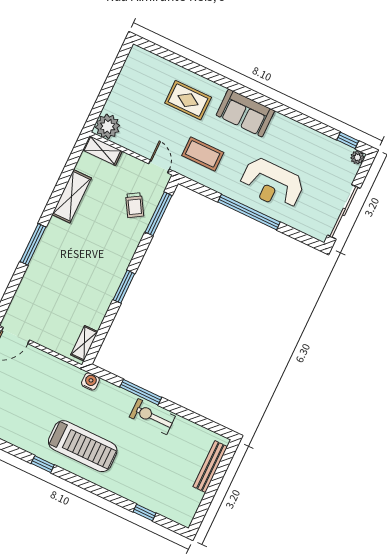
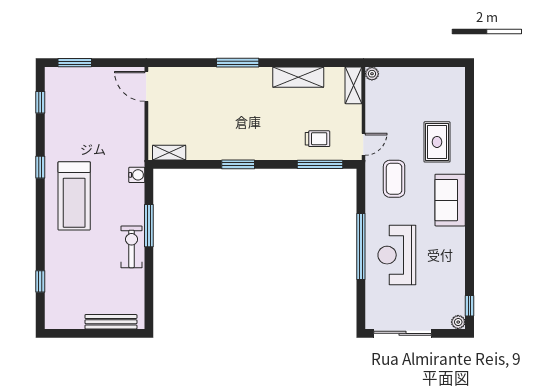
plant: (108, 126) -> (372, 74), width x0.53, depth x0.53
trolley: (135, 205) -> (318, 139), turned -149

